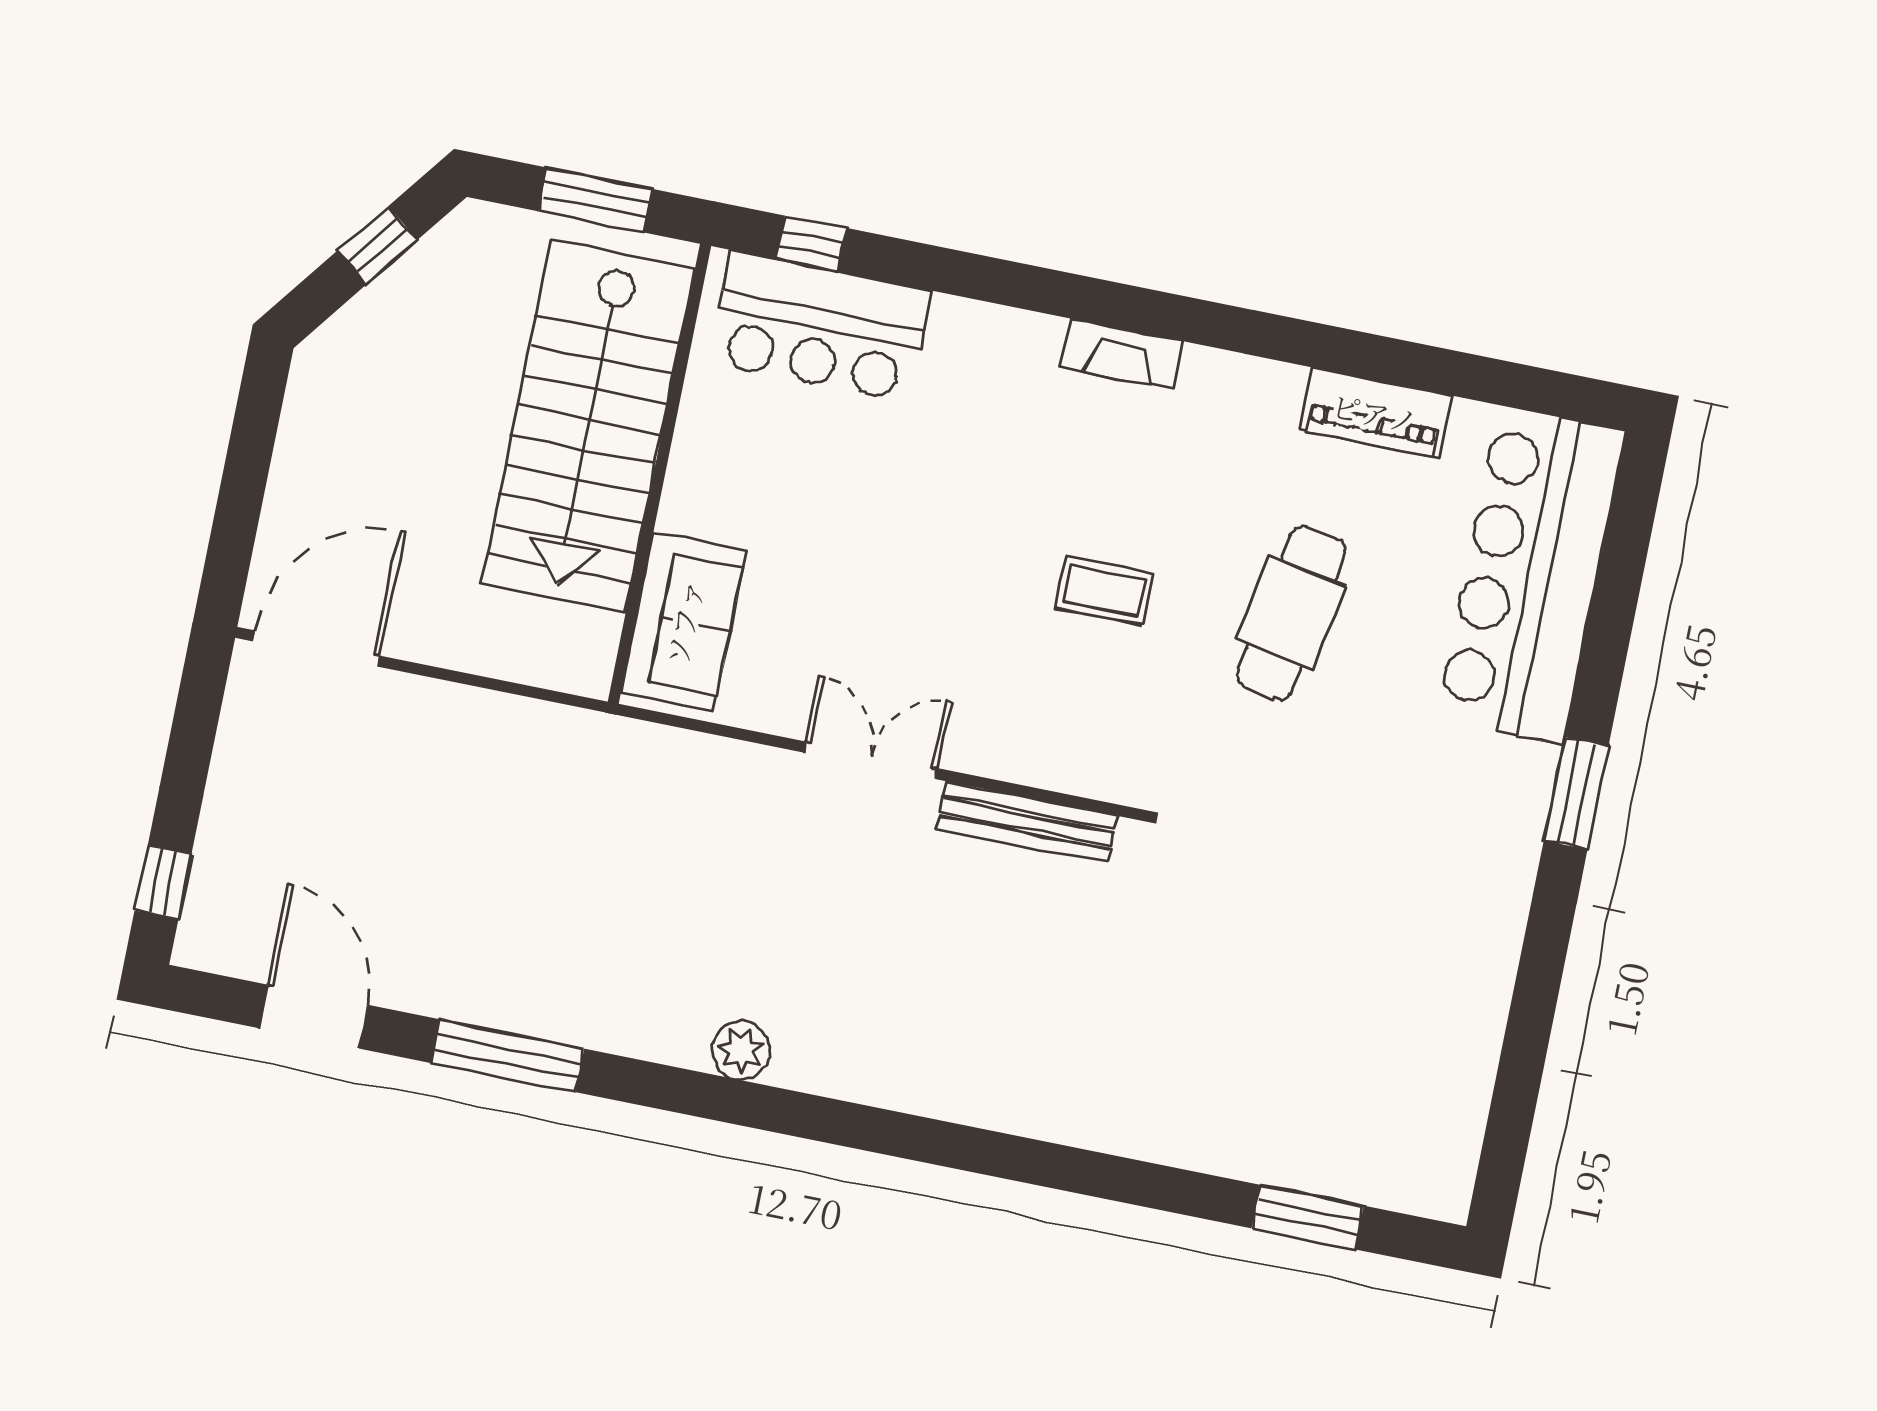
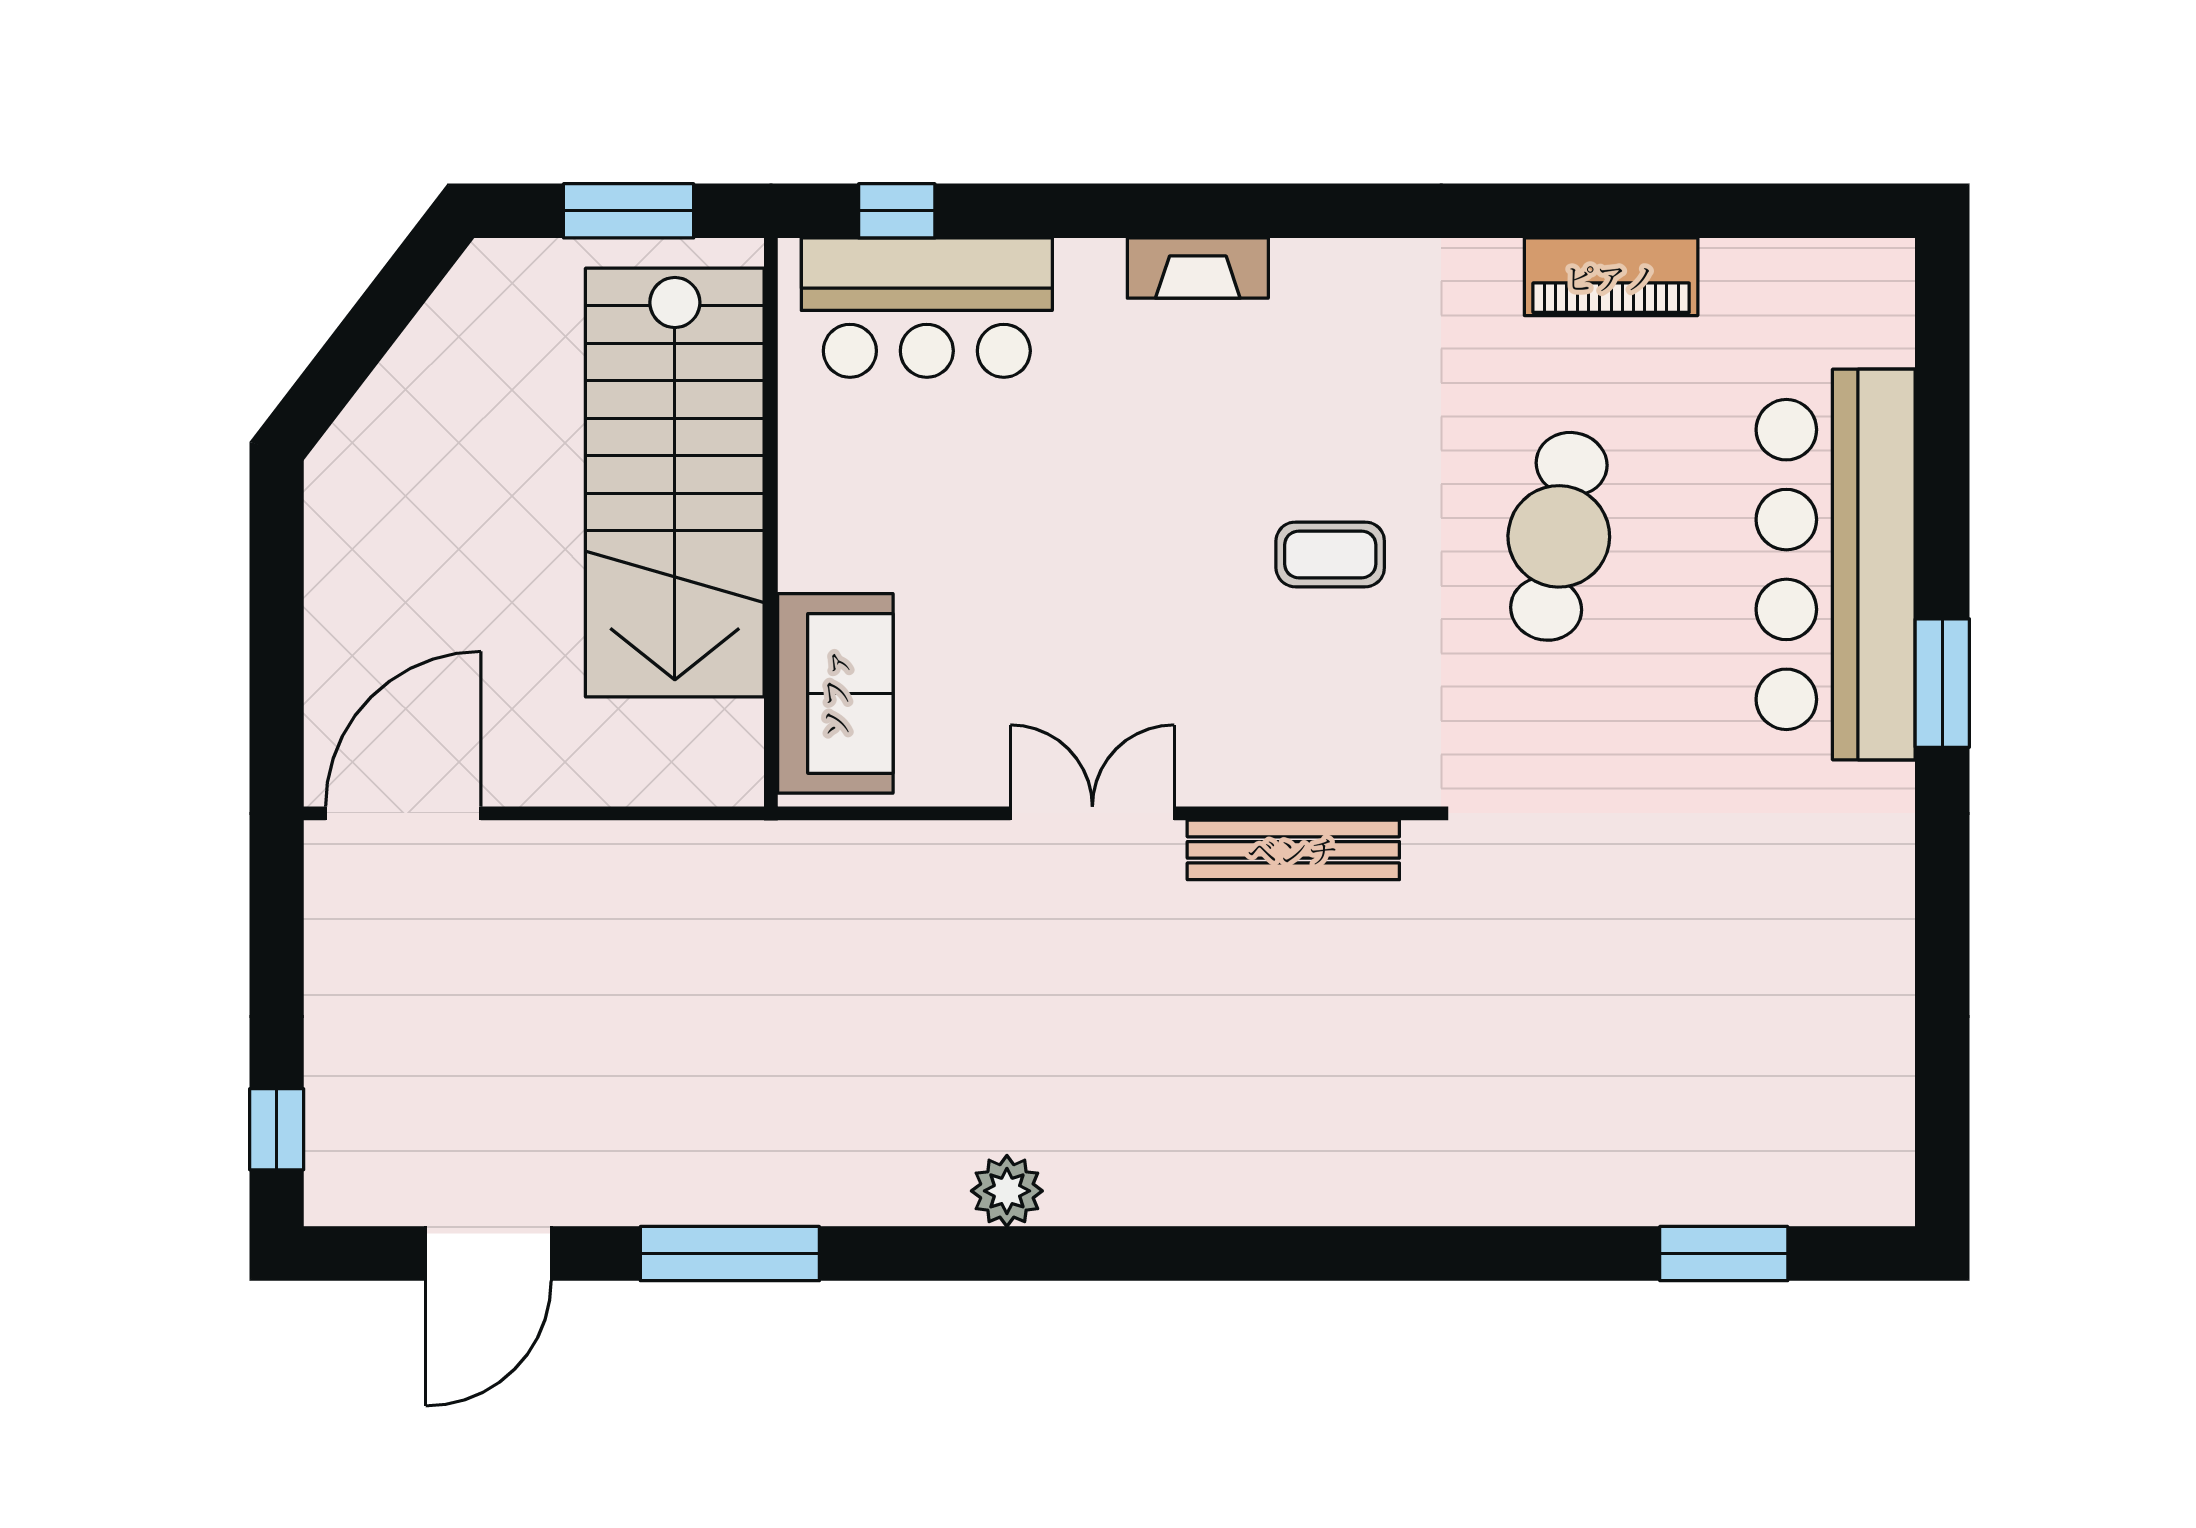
window: (377, 245) -> (379, 317), removed
fireplace: (1122, 354) -> (1198, 268), moved
bar counter: (1531, 575) -> (1836, 565), moved
door: (313, 1017) -> (489, 1254), swing flipped

